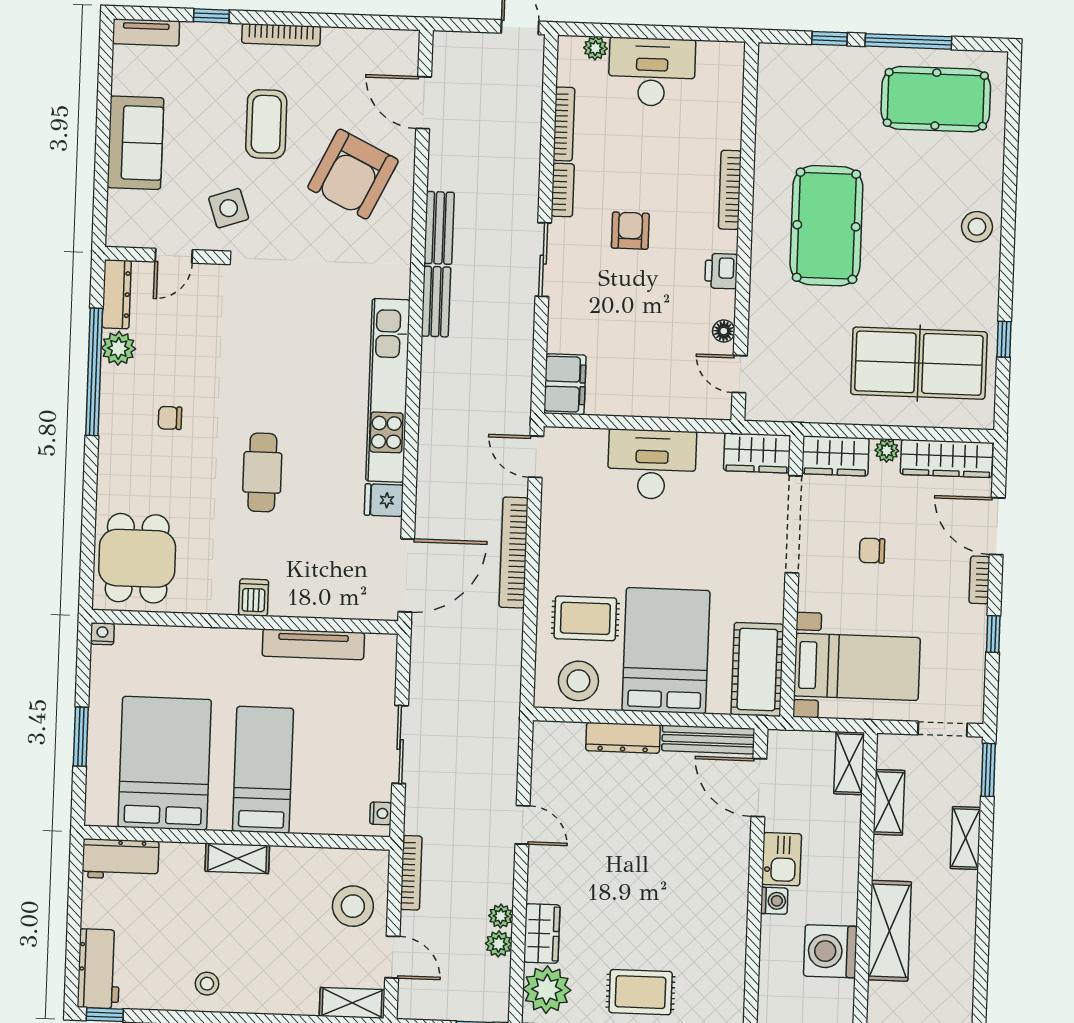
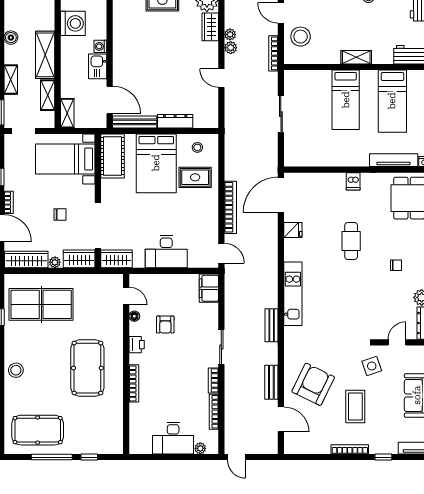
bench: (439, 228) -> (271, 382), moved
armchair: (630, 231) -> (165, 325), moved
kitchen unit: (388, 390) -> (293, 294), width x0.73
tv unit: (313, 644) -> (394, 160), moved
stool: (578, 681) -> (197, 147), width x0.53, depth x0.53
bed: (165, 763) -> (392, 101), width x0.67
nightstand: (381, 813) -> (289, 81), removed
boiler: (962, 926) -> (11, 38), added
shelving: (890, 931) -> (45, 55), moved
plant: (499, 944) -> (231, 48), moved

